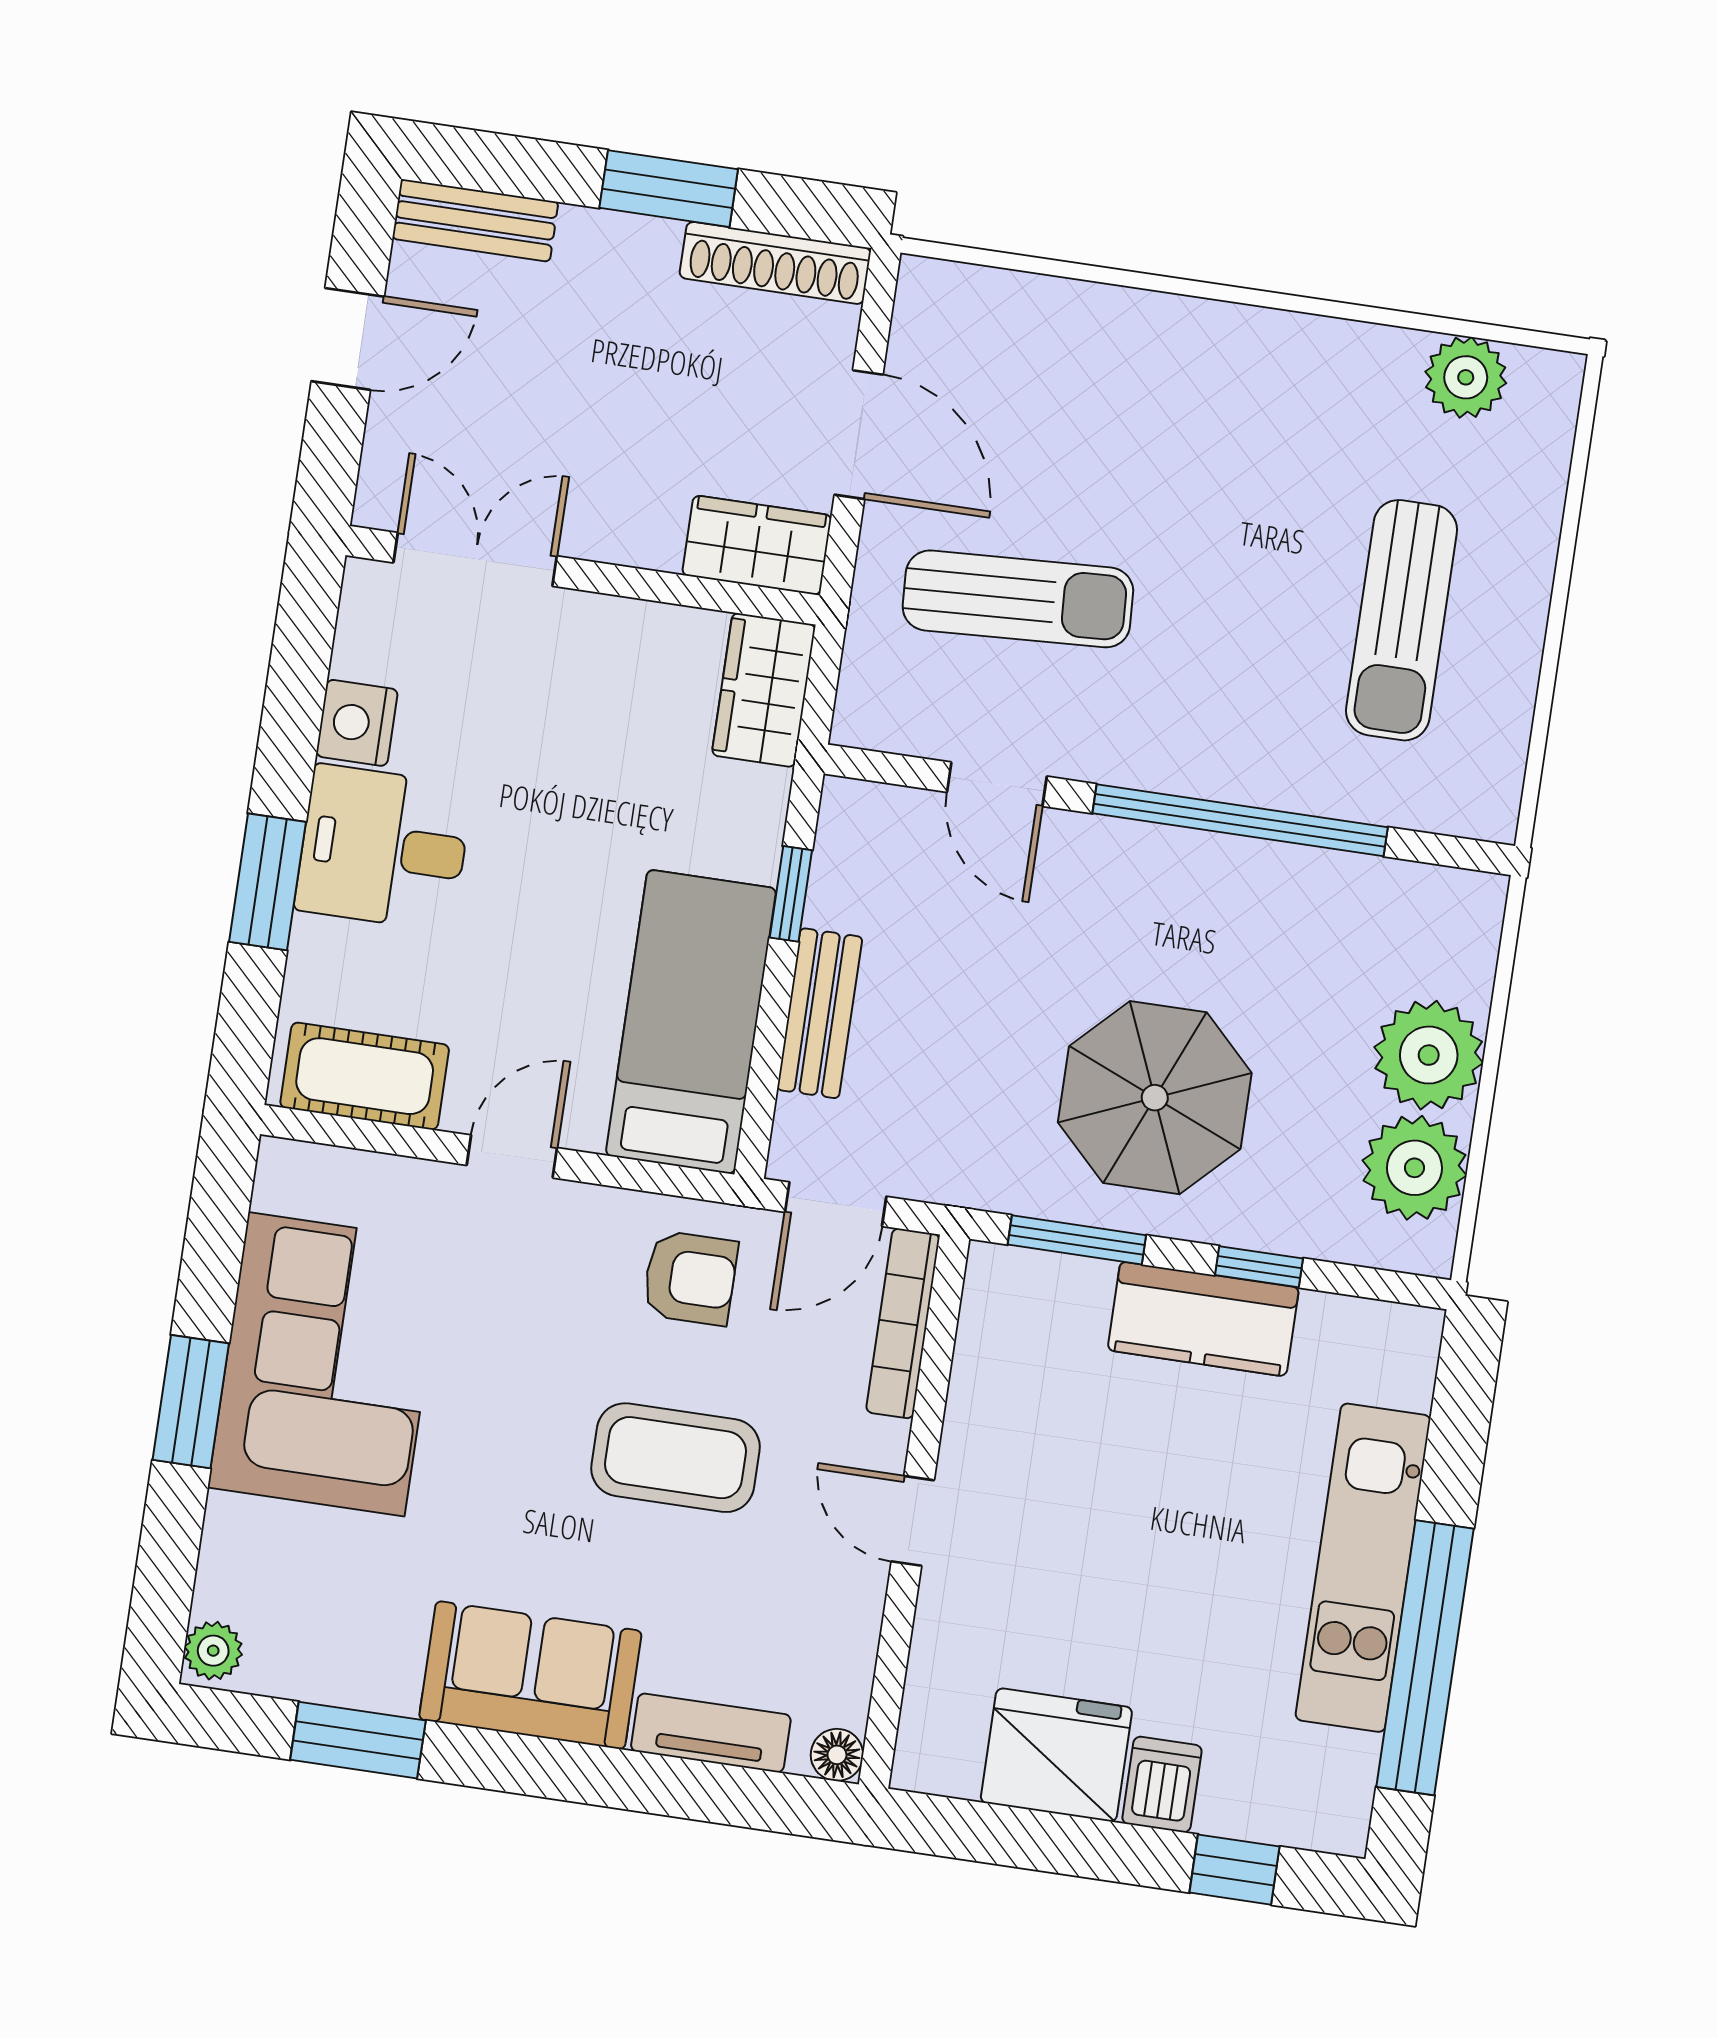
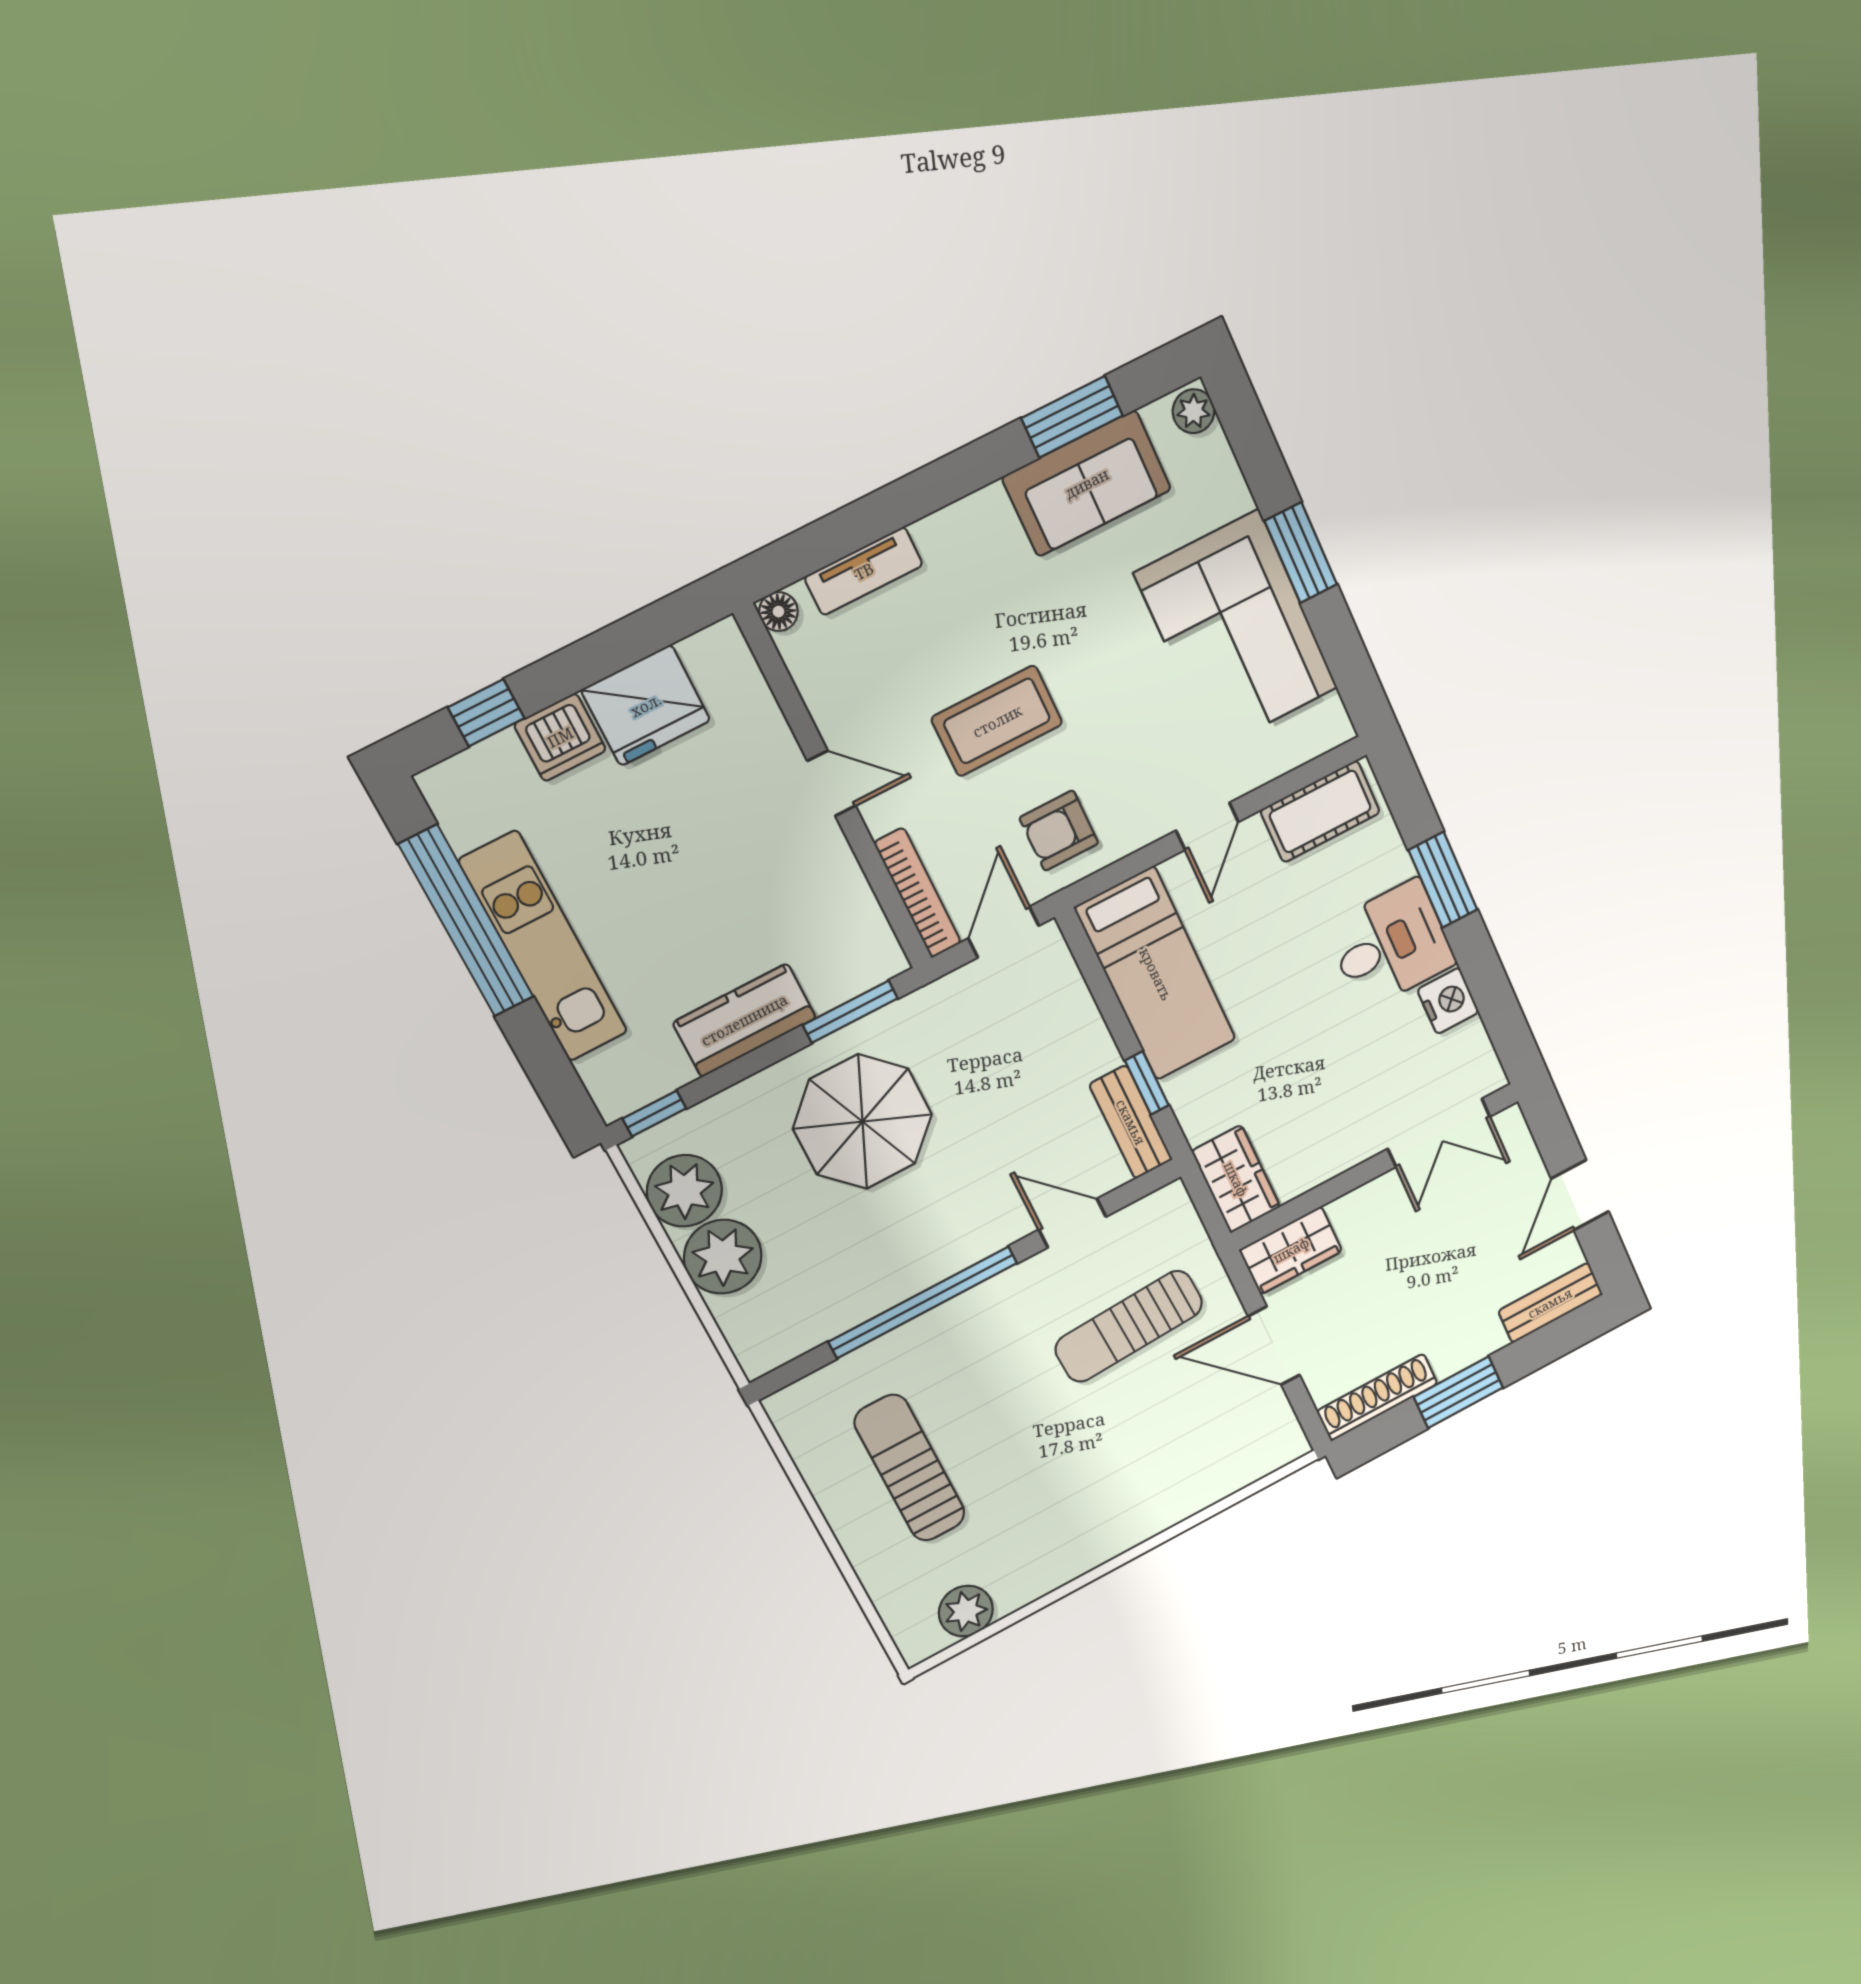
bench: (820, 1013) -> (1131, 1122), moved
window: (1259, 1267) -> (654, 1114), moved
sofa: (530, 1675) -> (1087, 483), moved
dishwasher: (1162, 1785) -> (560, 737), width x1.38

